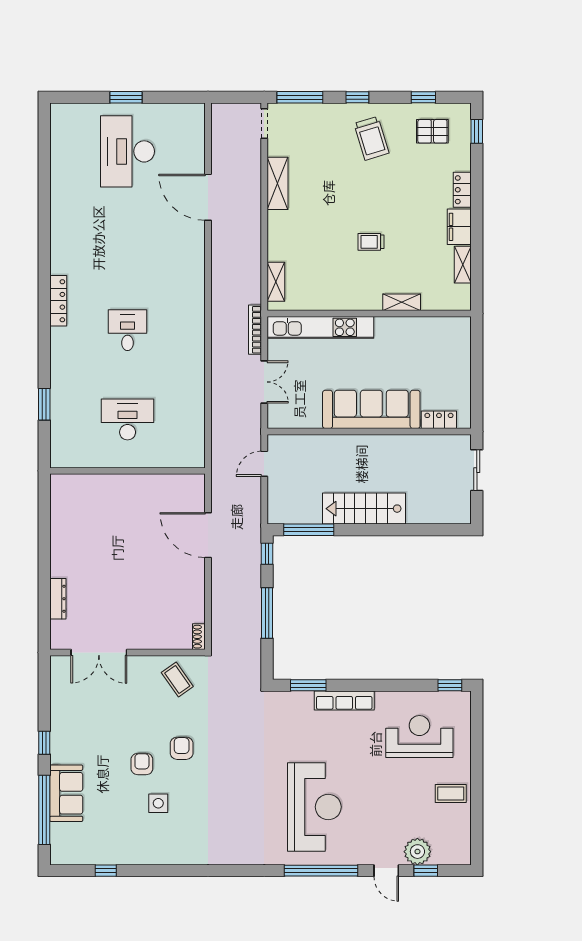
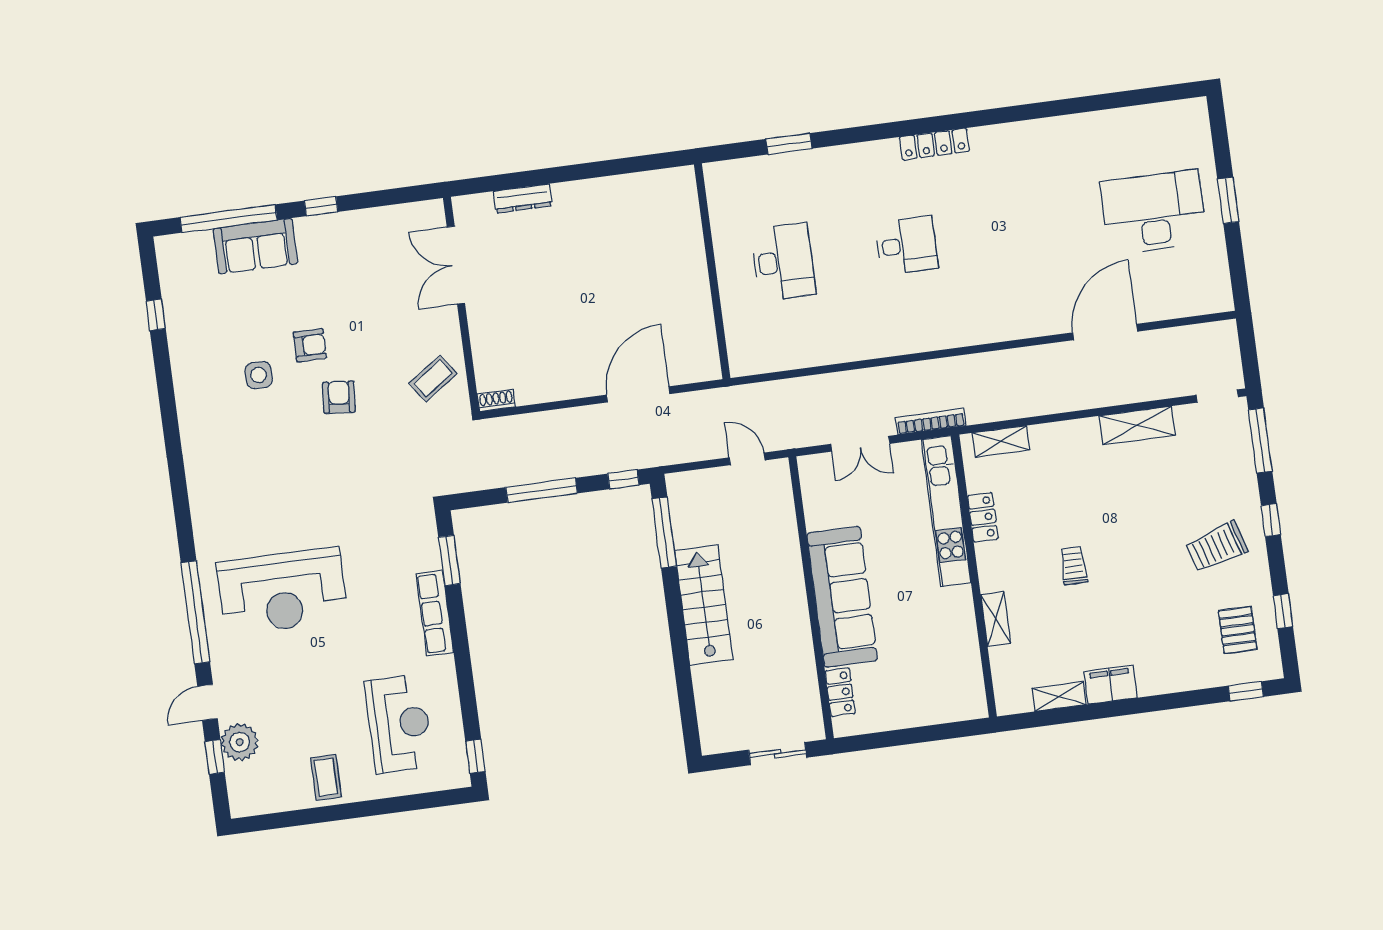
locker: (462, 190) -> (983, 517), moved, turned 90
armchair: (182, 748) -> (339, 397), turned -85

